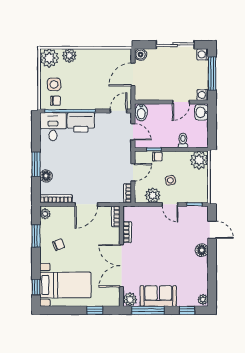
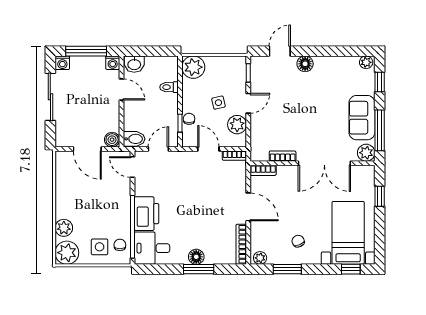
boiler: (141, 55) -> (112, 140), moved
floor lamp: (46, 176) -> (196, 257), moved

